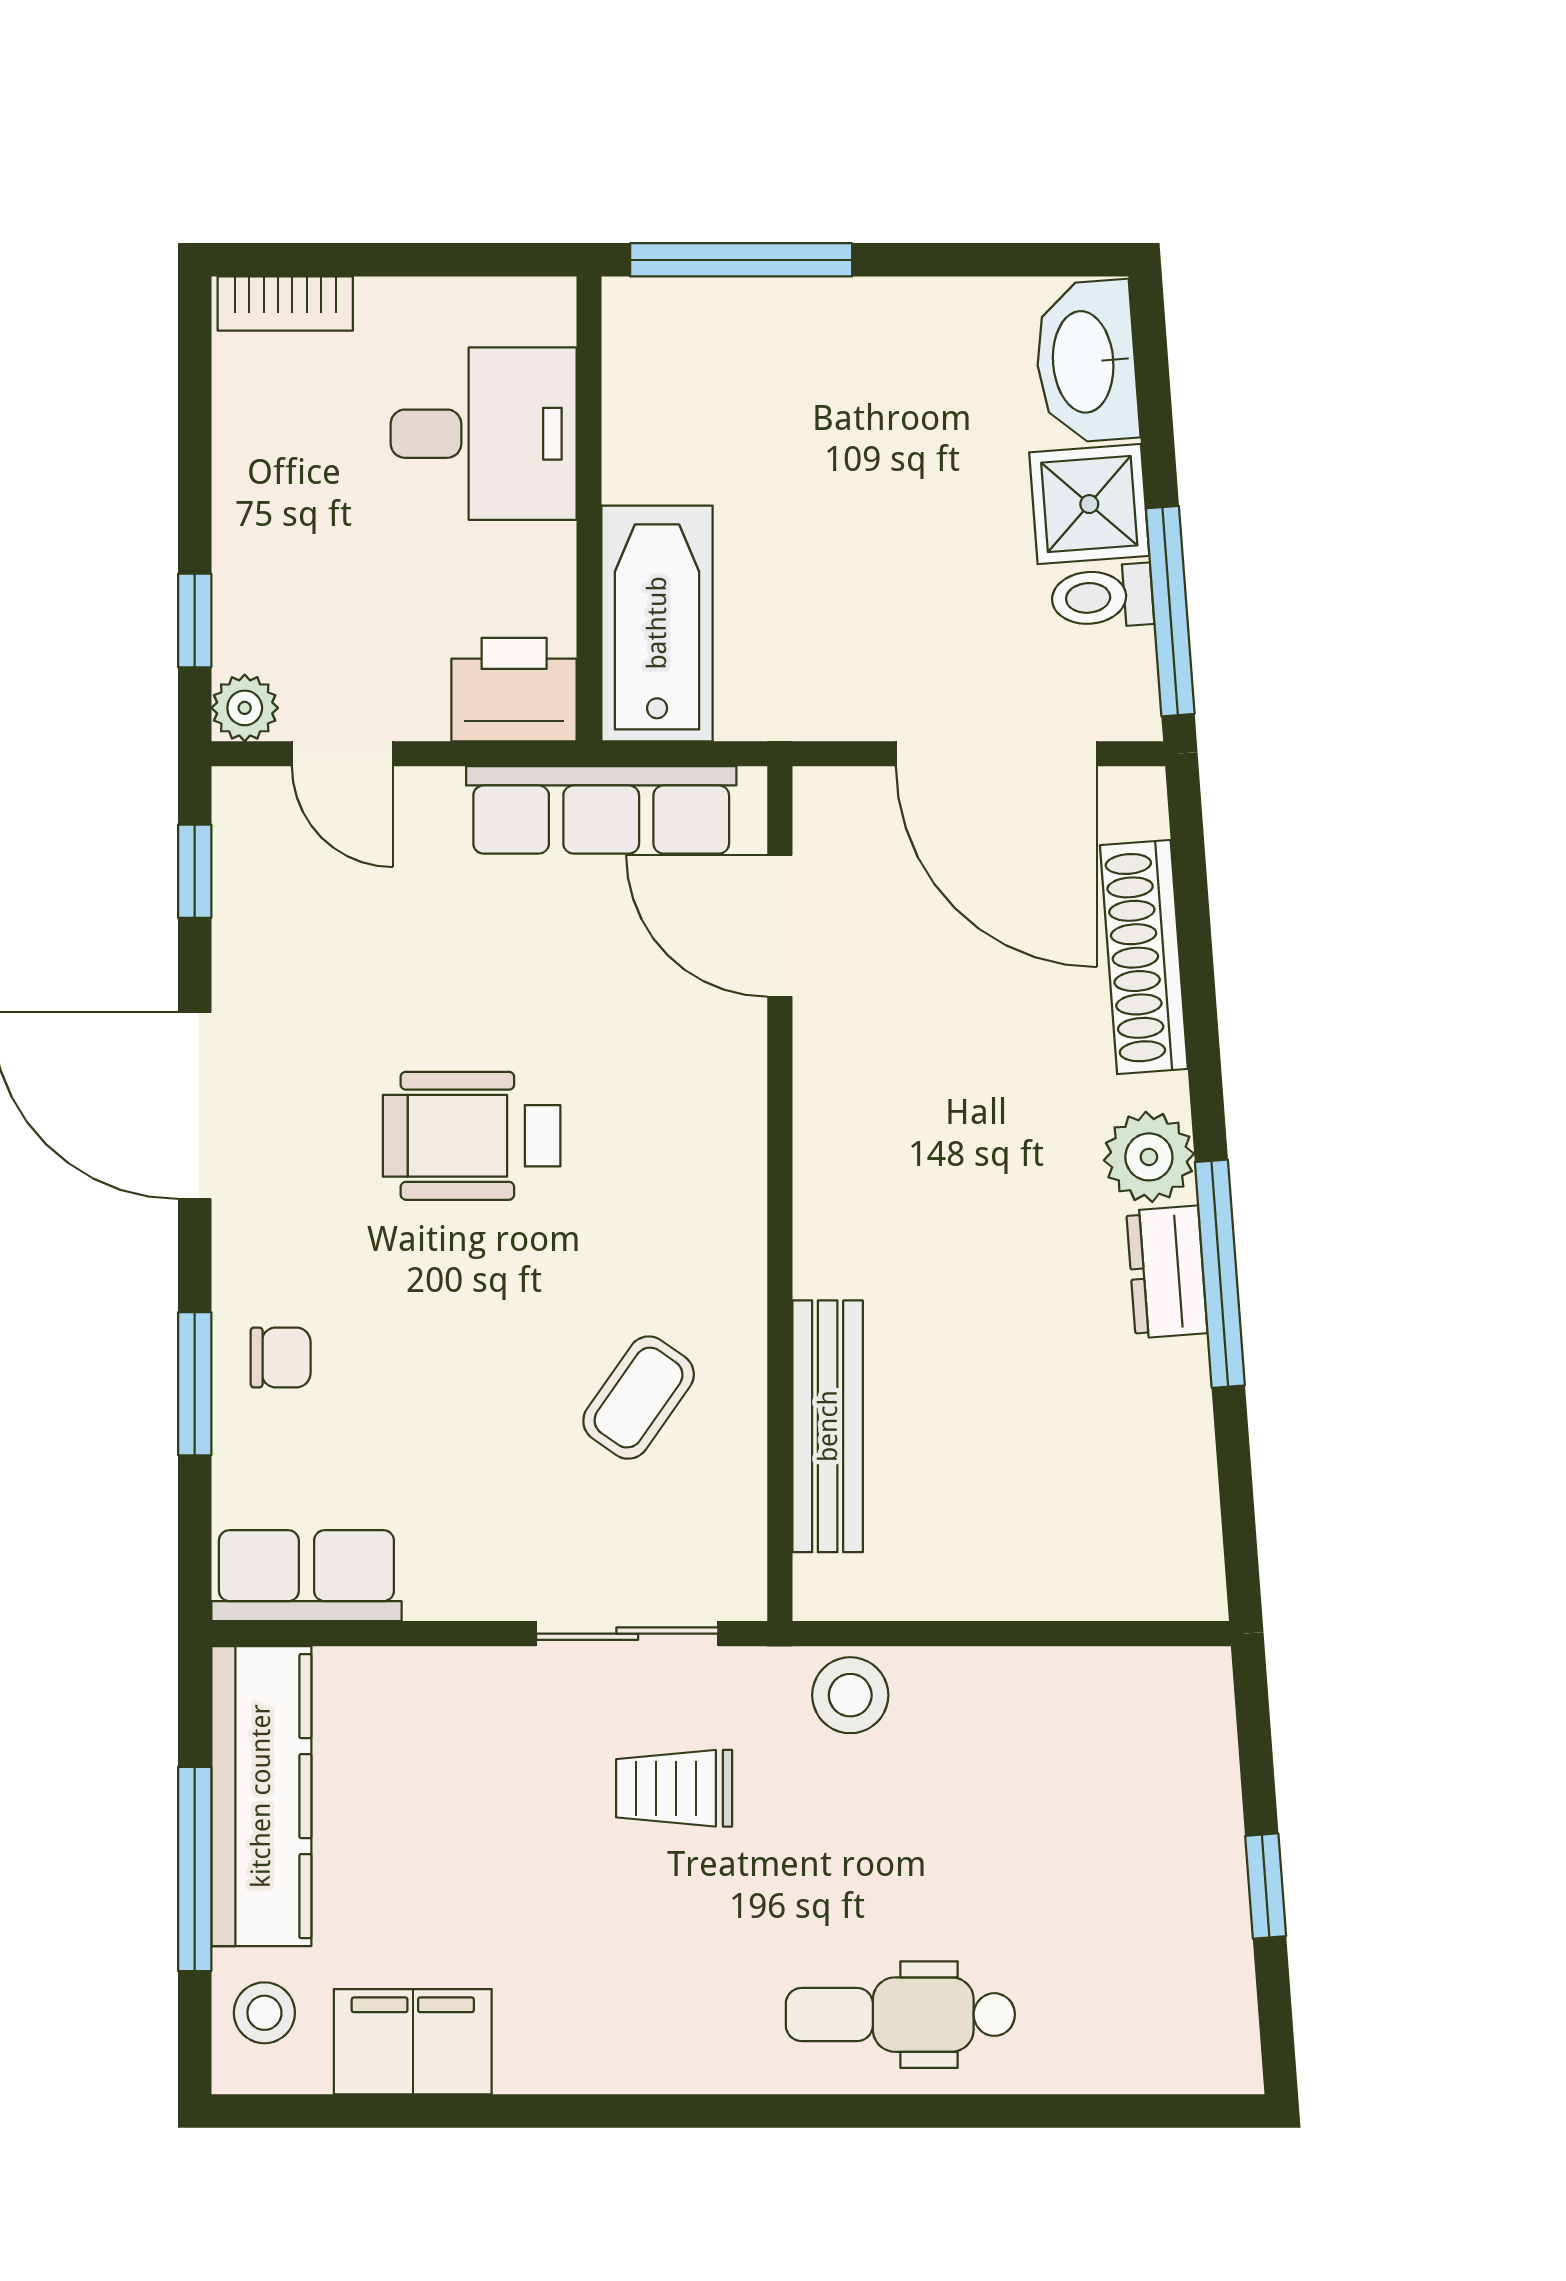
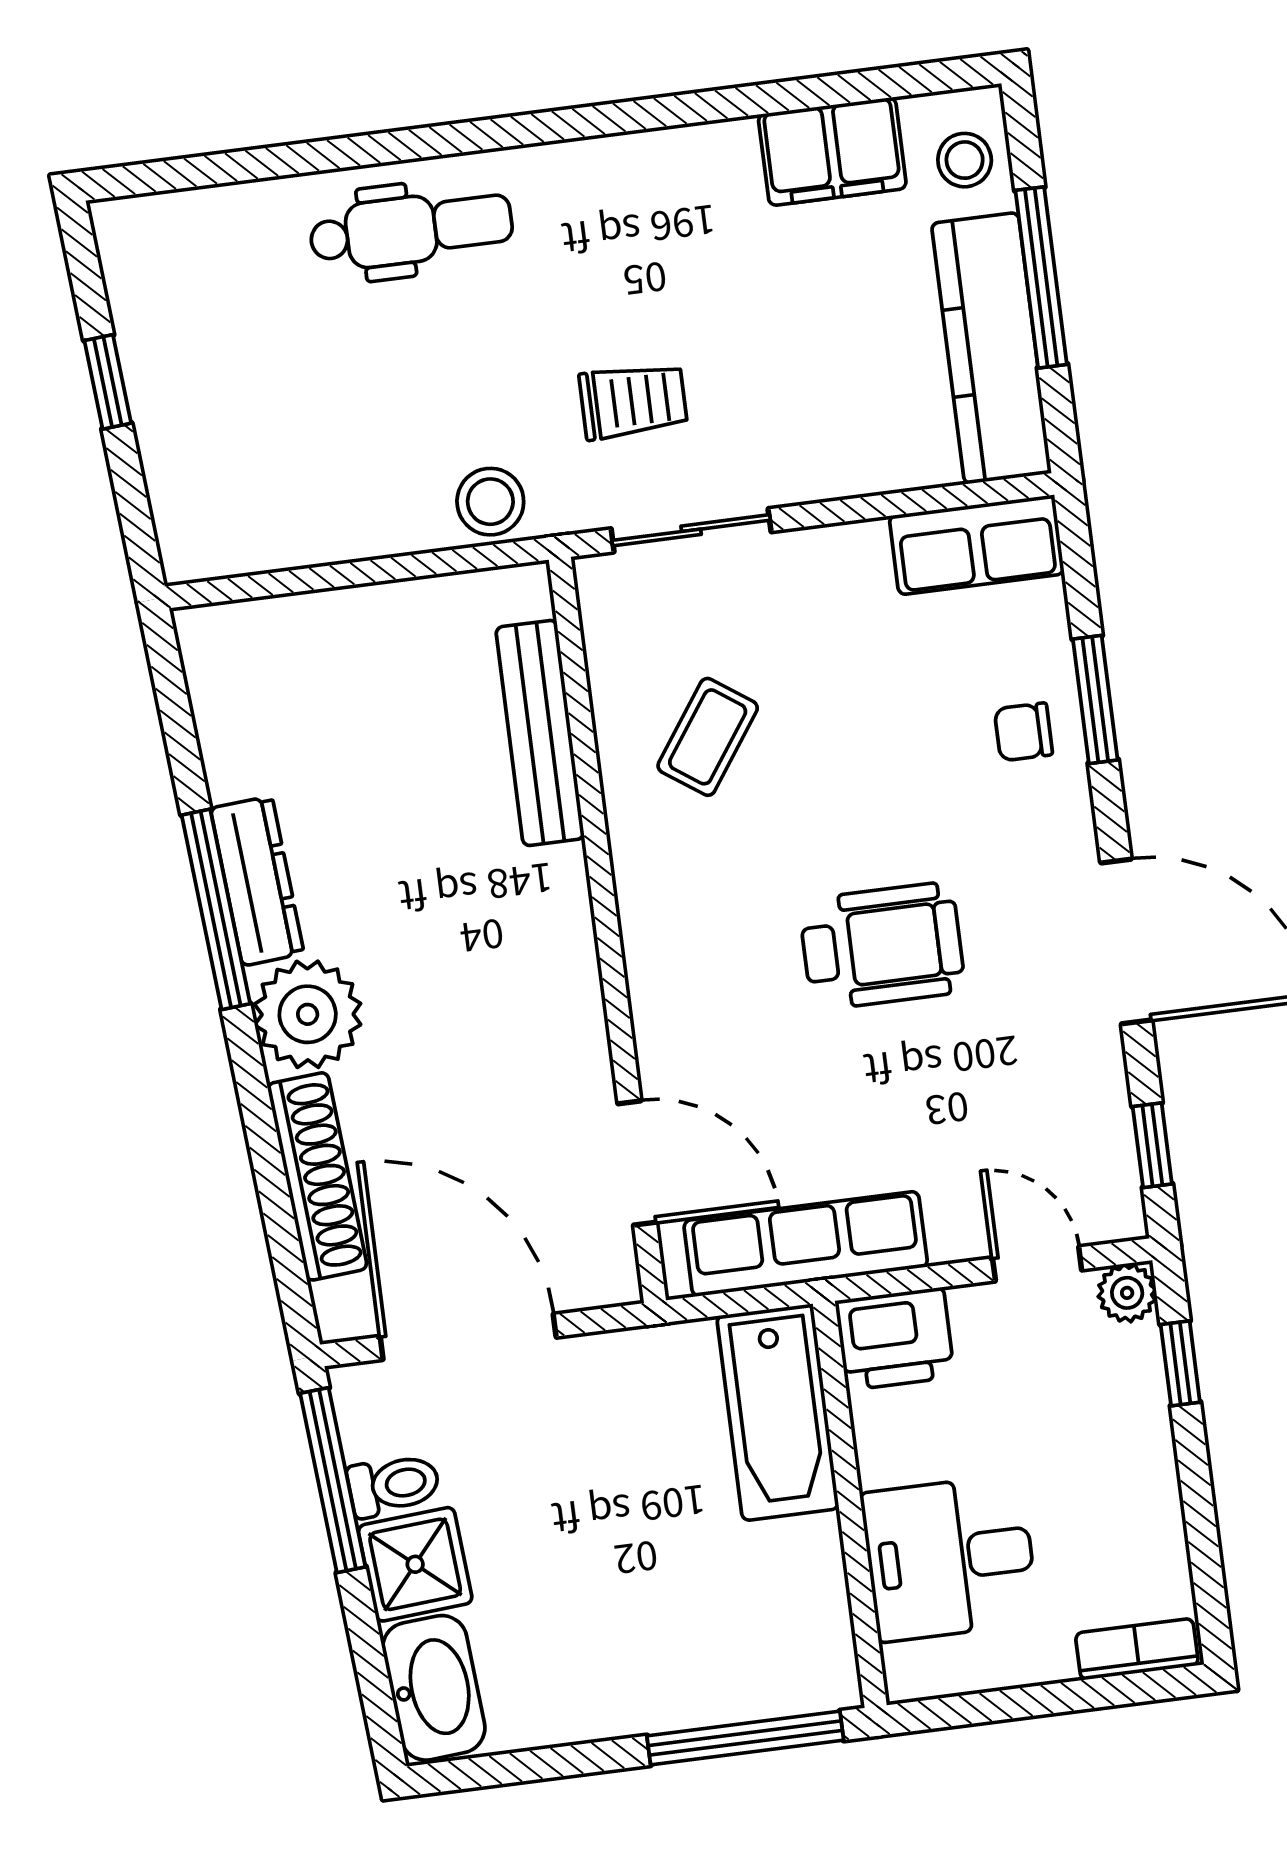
plant: (1149, 1157) -> (308, 1014), width x1.36, depth x1.36
dresser: (1167, 1272) -> (257, 881), width x1.44

